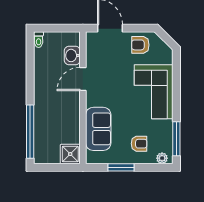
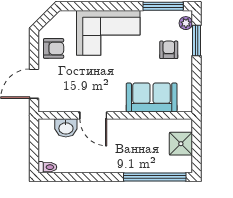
armchair: (140, 45) -> (54, 48), turned -90
shower: (70, 154) -> (181, 144), moved
window: (121, 167) -> (197, 40), moved

